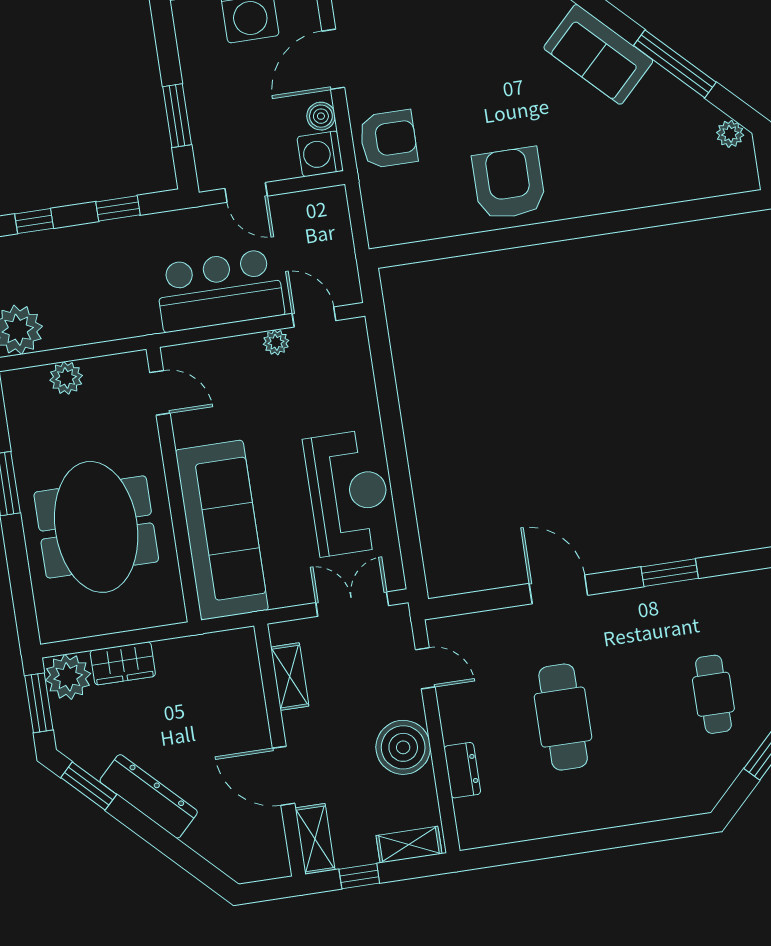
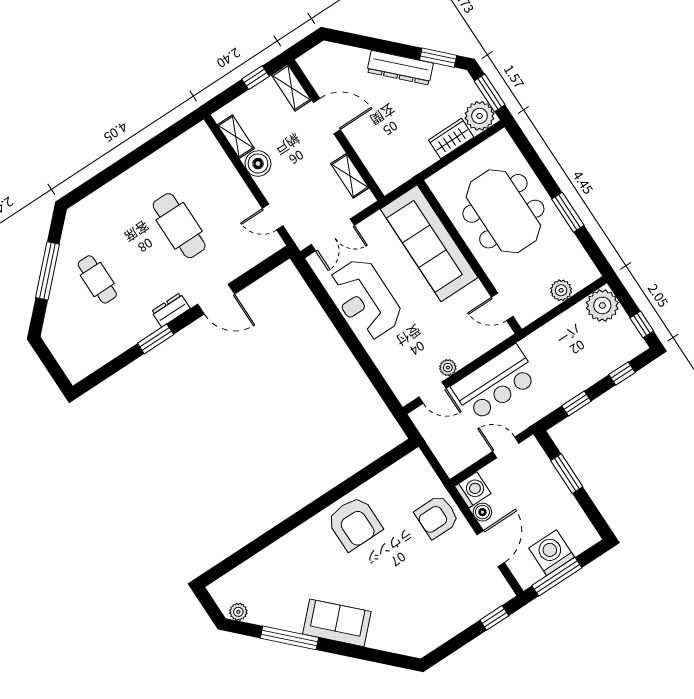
boiler: (403, 747) -> (258, 164), width x0.73, depth x0.73
dresser: (462, 770) -> (171, 310), moved, turned 90
shelving: (409, 845) -> (236, 137), moved, turned 90

